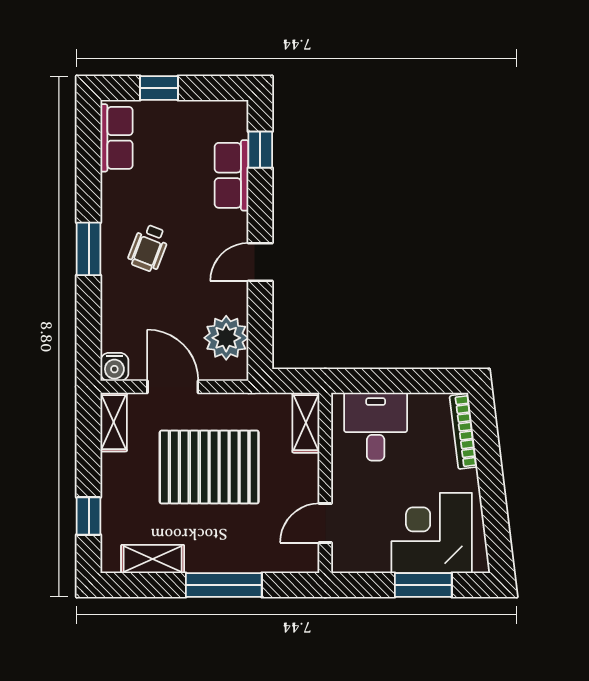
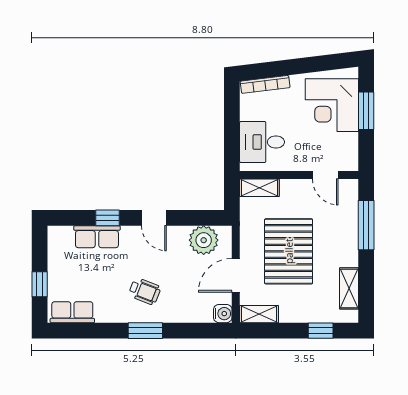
window: (260, 150) -> (107, 218), moved
window: (224, 585) -> (366, 225), moved

